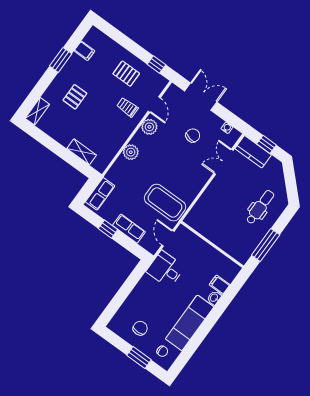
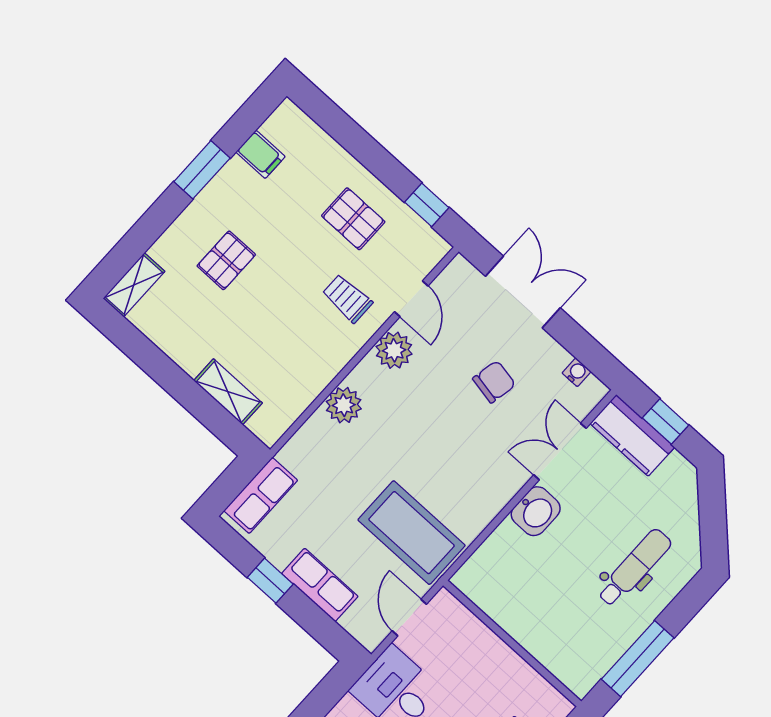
washbasin: (216, 188) -> (536, 511), added

